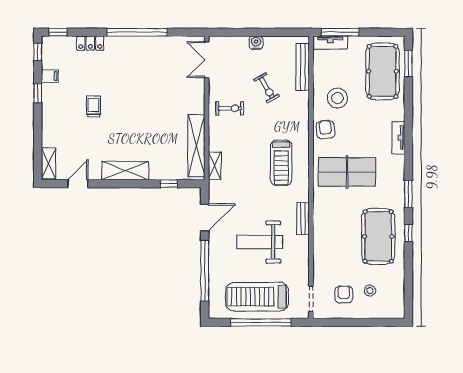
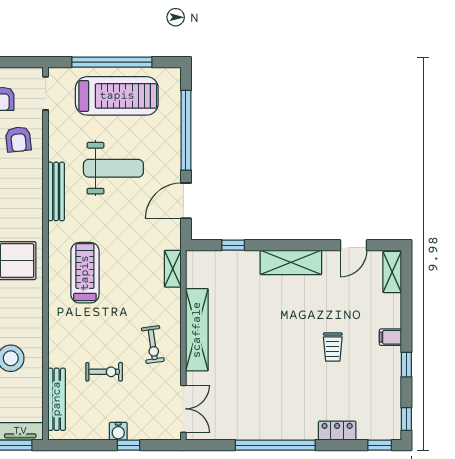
window: (248, 32) -> (129, 445), added
filing cabinet: (50, 76) -> (390, 337), moved
exercise bike: (267, 88) -> (104, 372), turned 120
exercise bike: (230, 108) -> (153, 345), turned -98
armchair: (326, 130) -> (18, 139), moved
shelving: (196, 146) -> (197, 330), moved
bench: (303, 219) -> (56, 191), width x1.36

